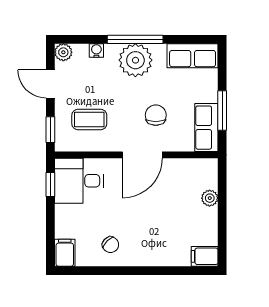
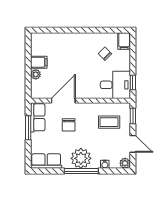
door: (142, 155) -> (63, 101), moved
chair: (110, 245) -> (105, 54), moved
filing cabinet: (205, 256) -> (39, 62), moved

